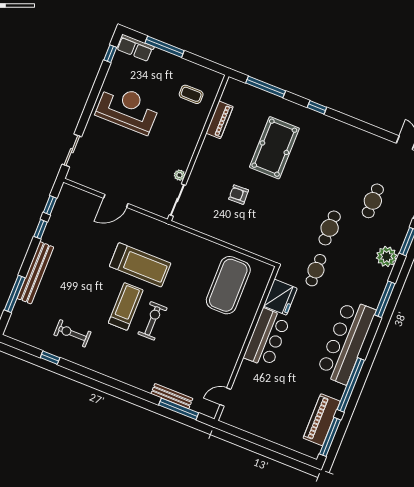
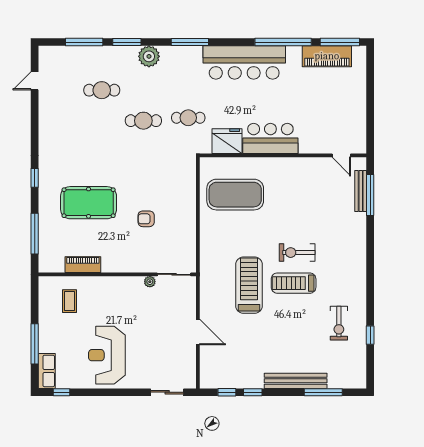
armchair: (239, 195) -> (146, 219), turned 92
bench: (172, 396) -> (361, 191), moved

